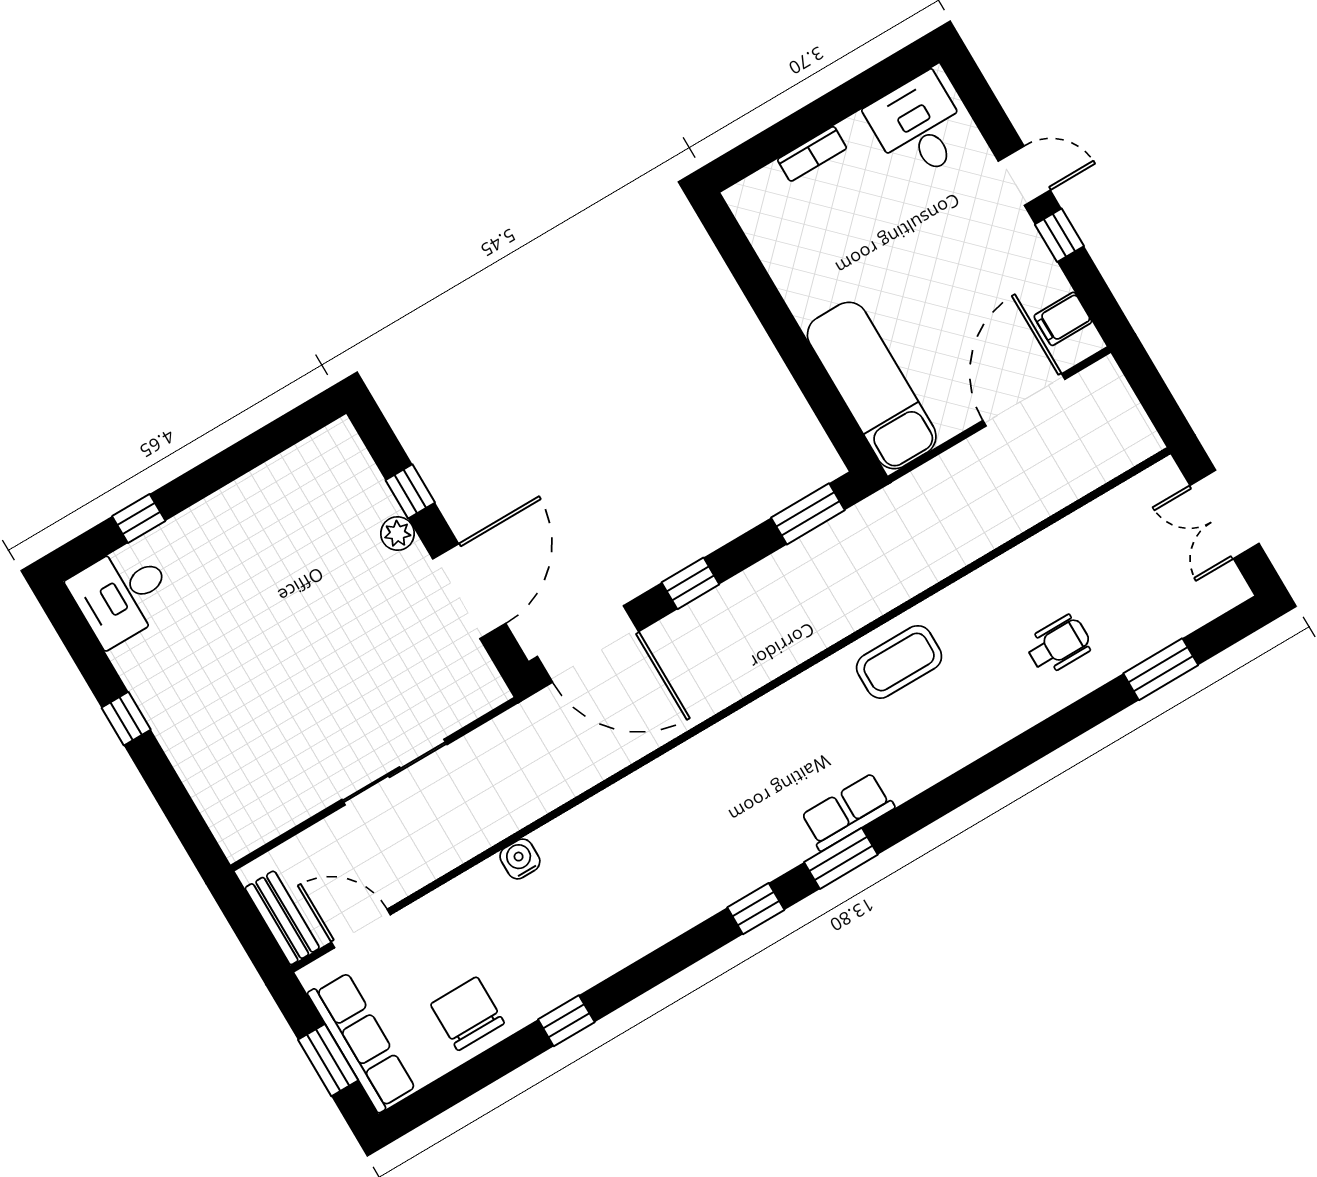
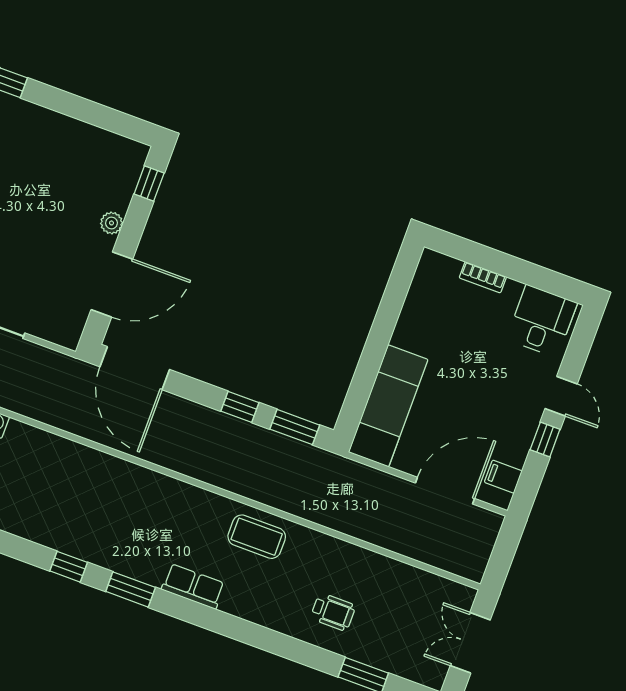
window: (410, 491) -> (149, 183), moved
window: (690, 583) -> (240, 407), moved
row of seats: (847, 812) -> (193, 586), moved

